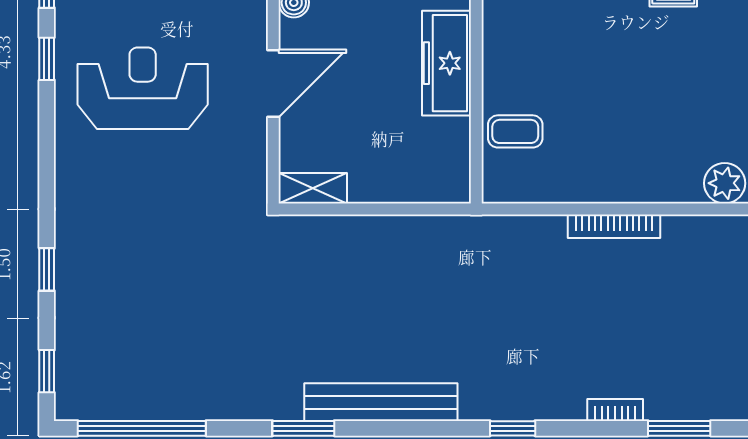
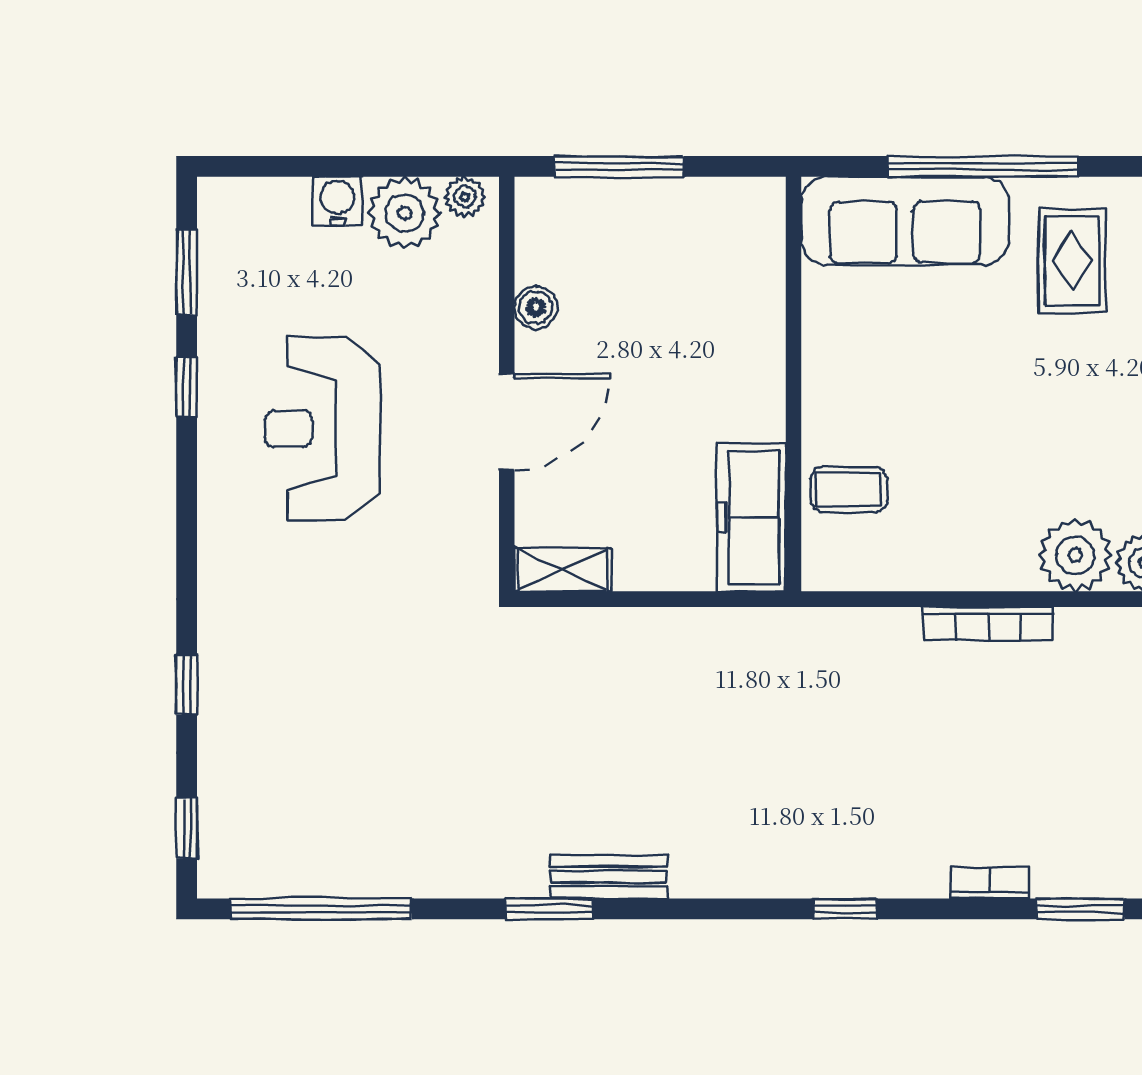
freezer: (446, 63) -> (751, 517), moved
reception desk: (143, 88) -> (322, 429), turned -90
plant: (676, 178) -> (1075, 555), added
bench: (381, 402) -> (609, 877), width x0.54, depth x0.82

